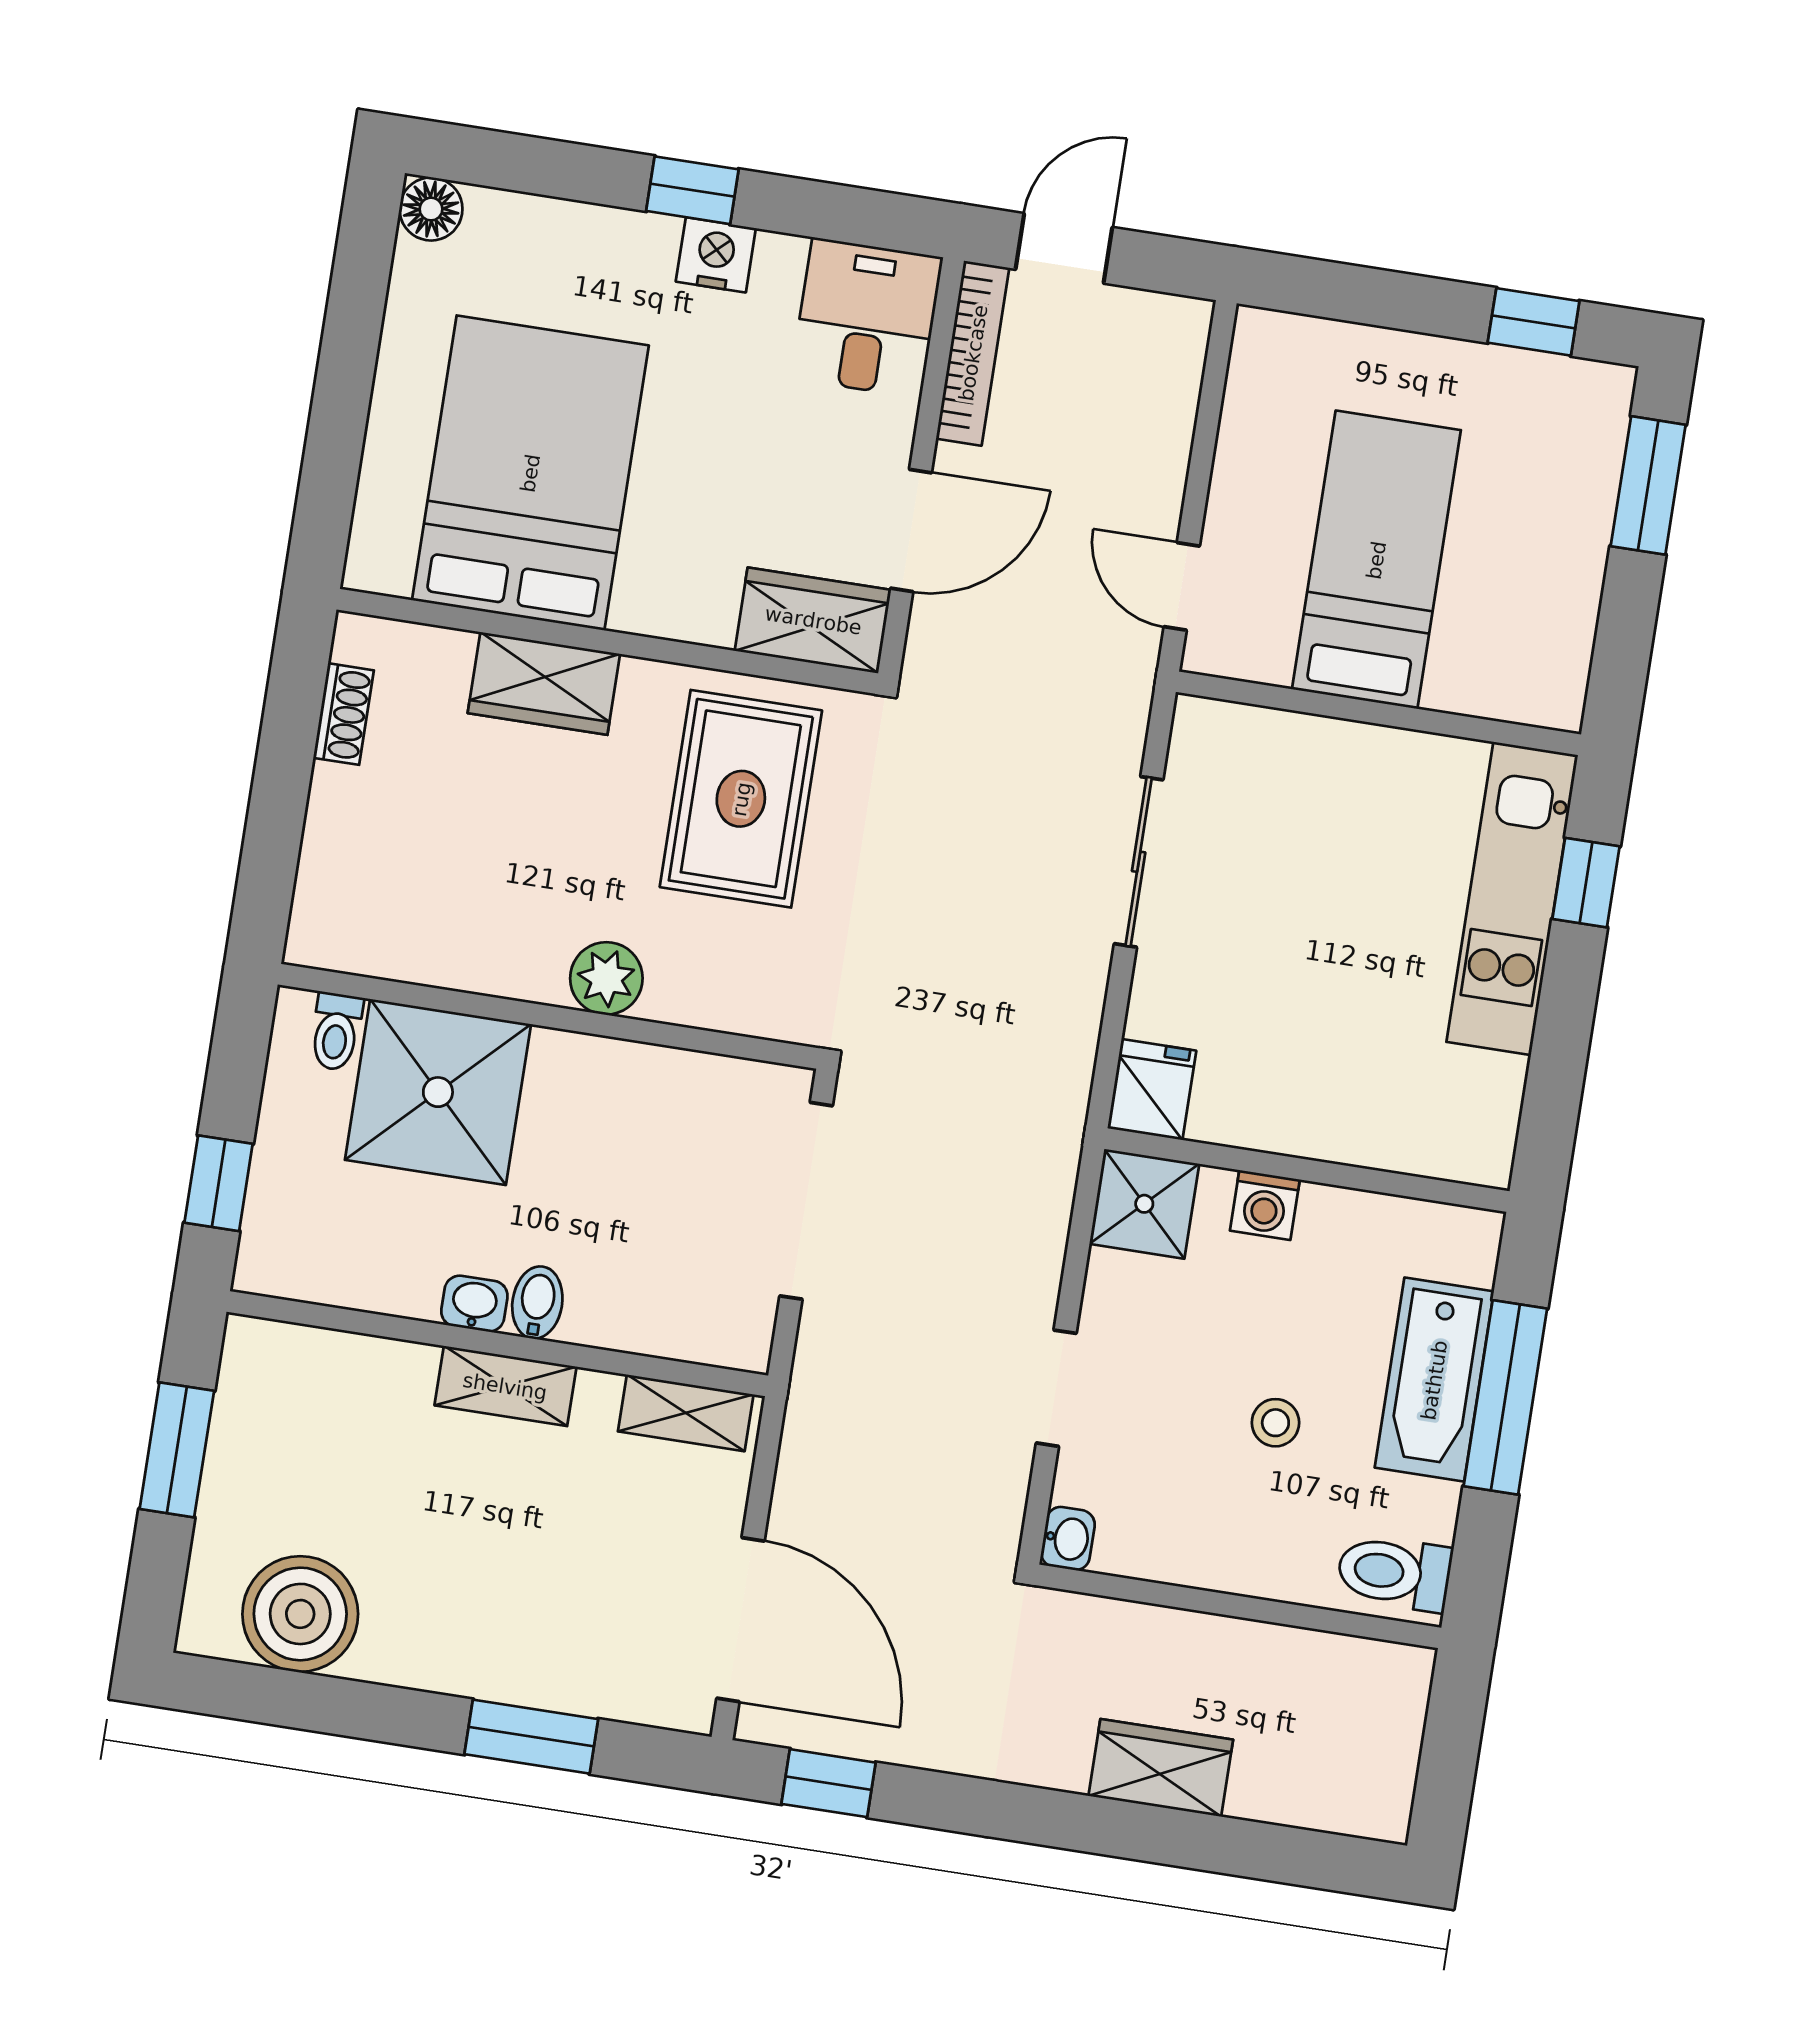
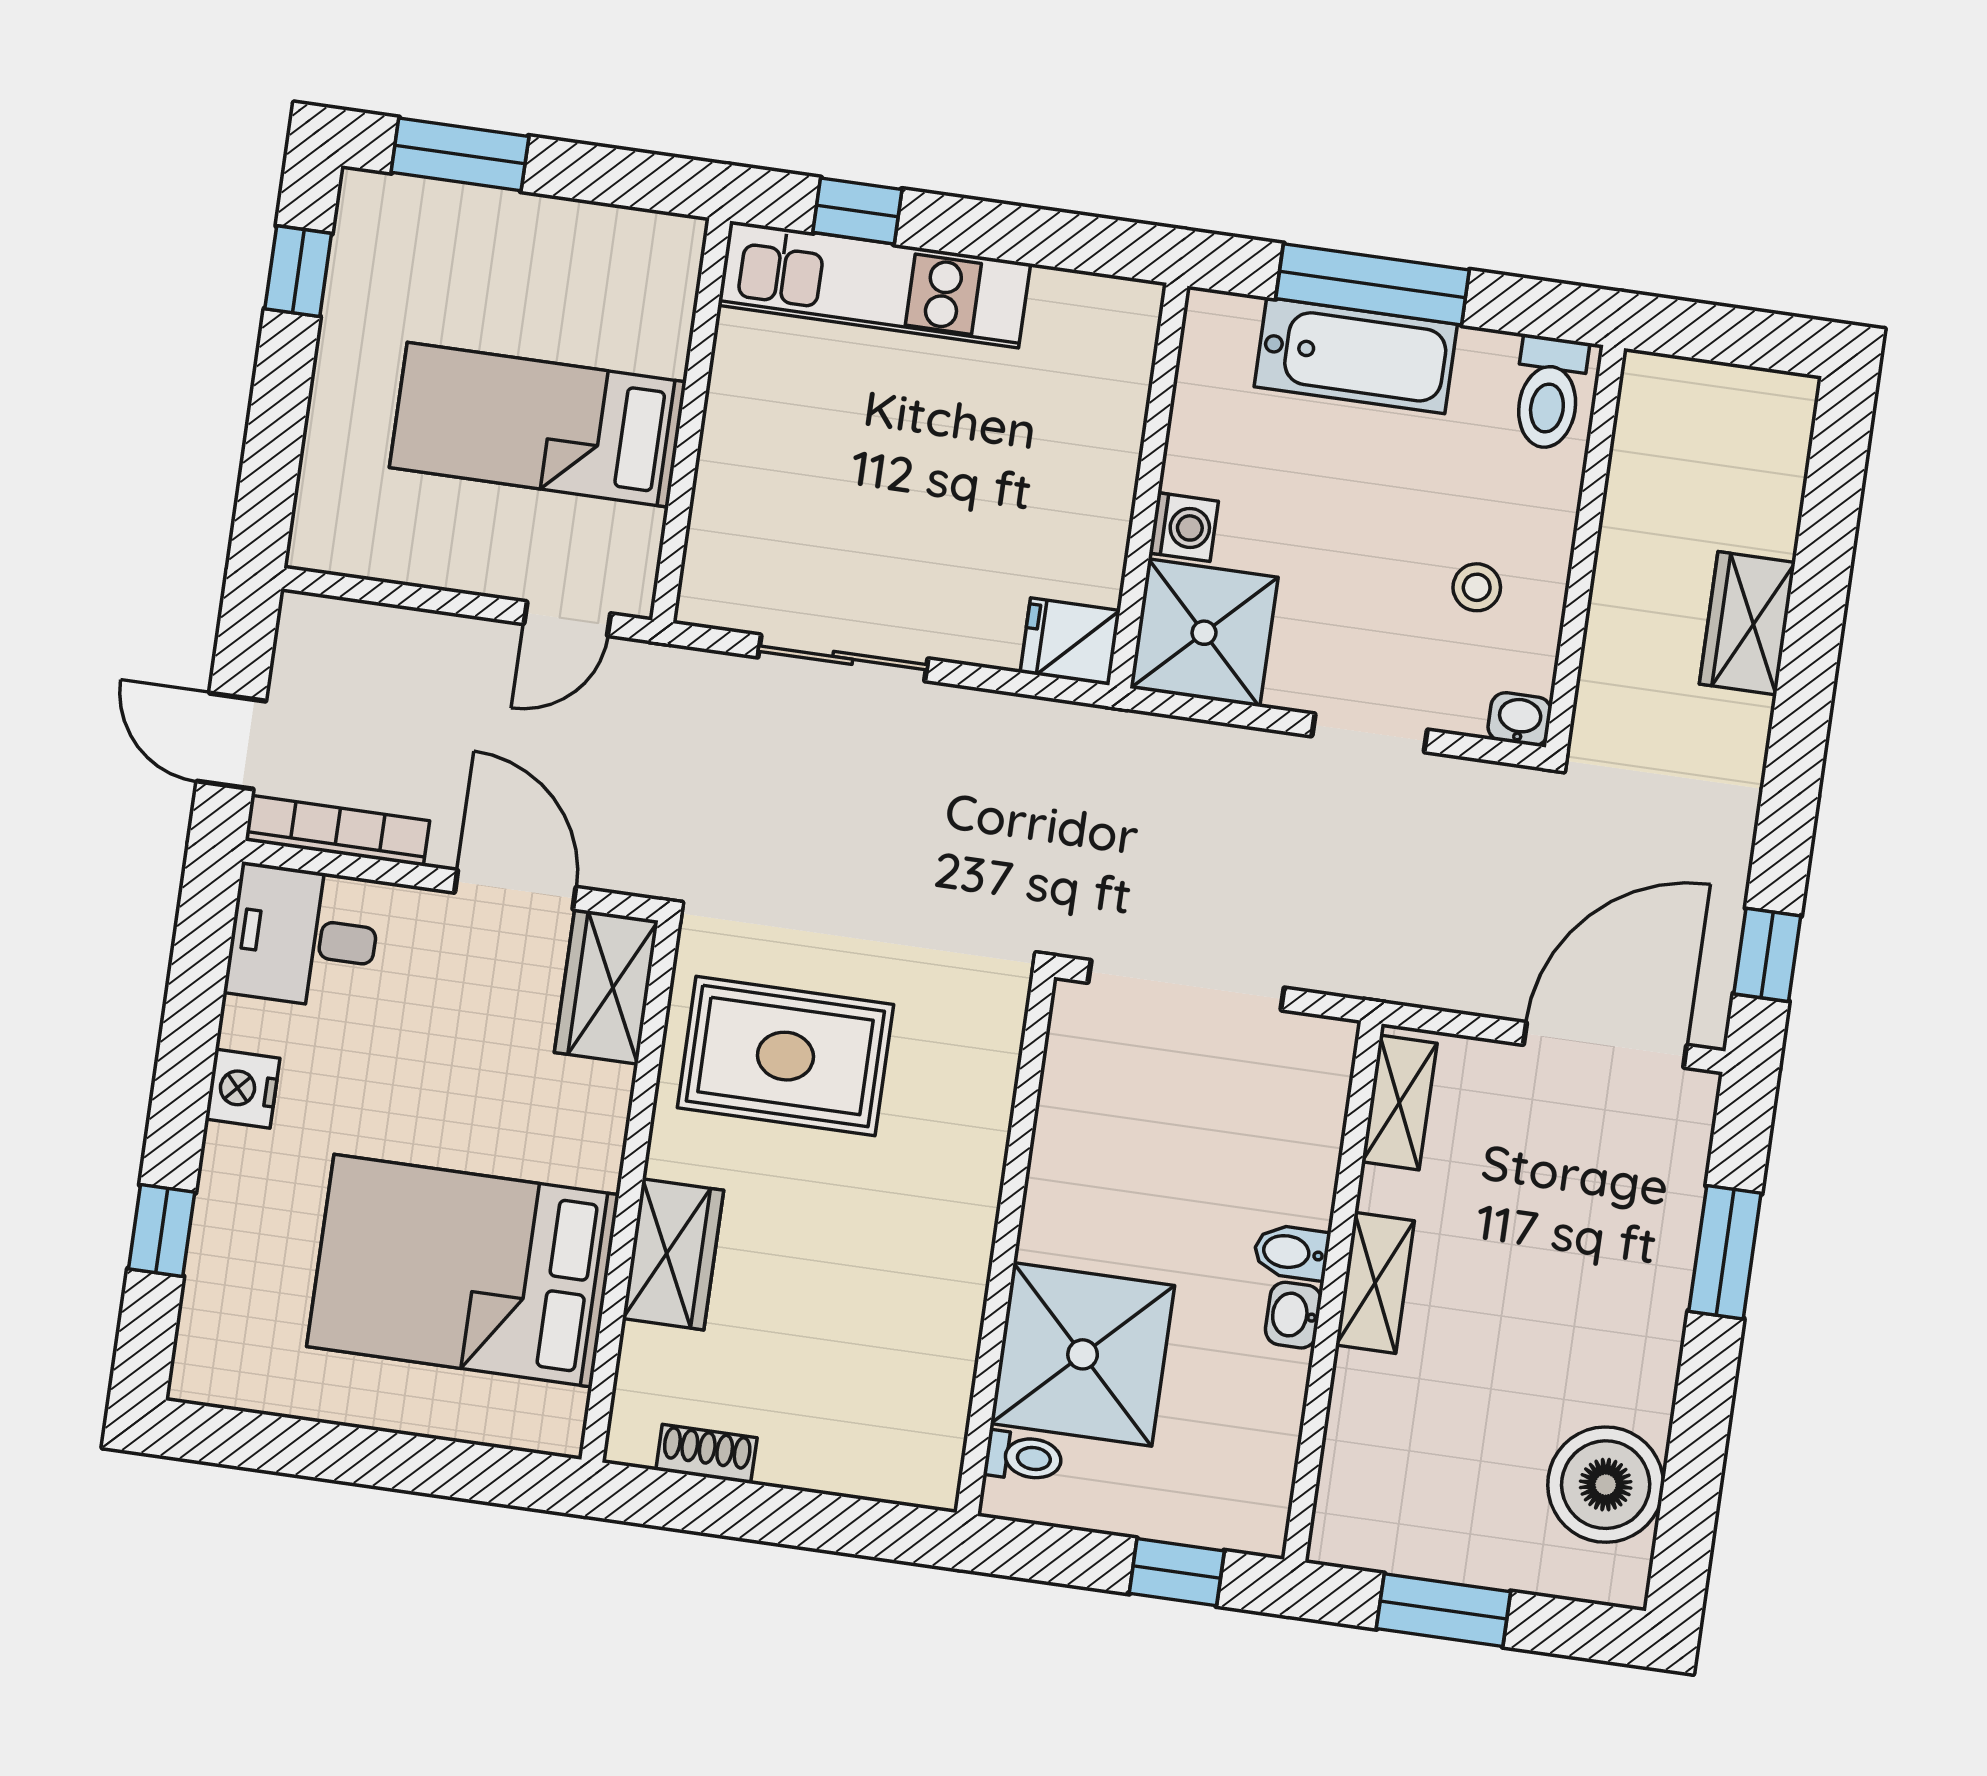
window: (692, 190) -> (162, 1231), moved
floor lamp: (431, 209) -> (201, 1374), removed
plant: (606, 978) -> (967, 1188), removed
shower: (1144, 1204) -> (1204, 633), width x1.36, depth x1.36
stool: (1275, 1423) -> (1477, 587), moved

